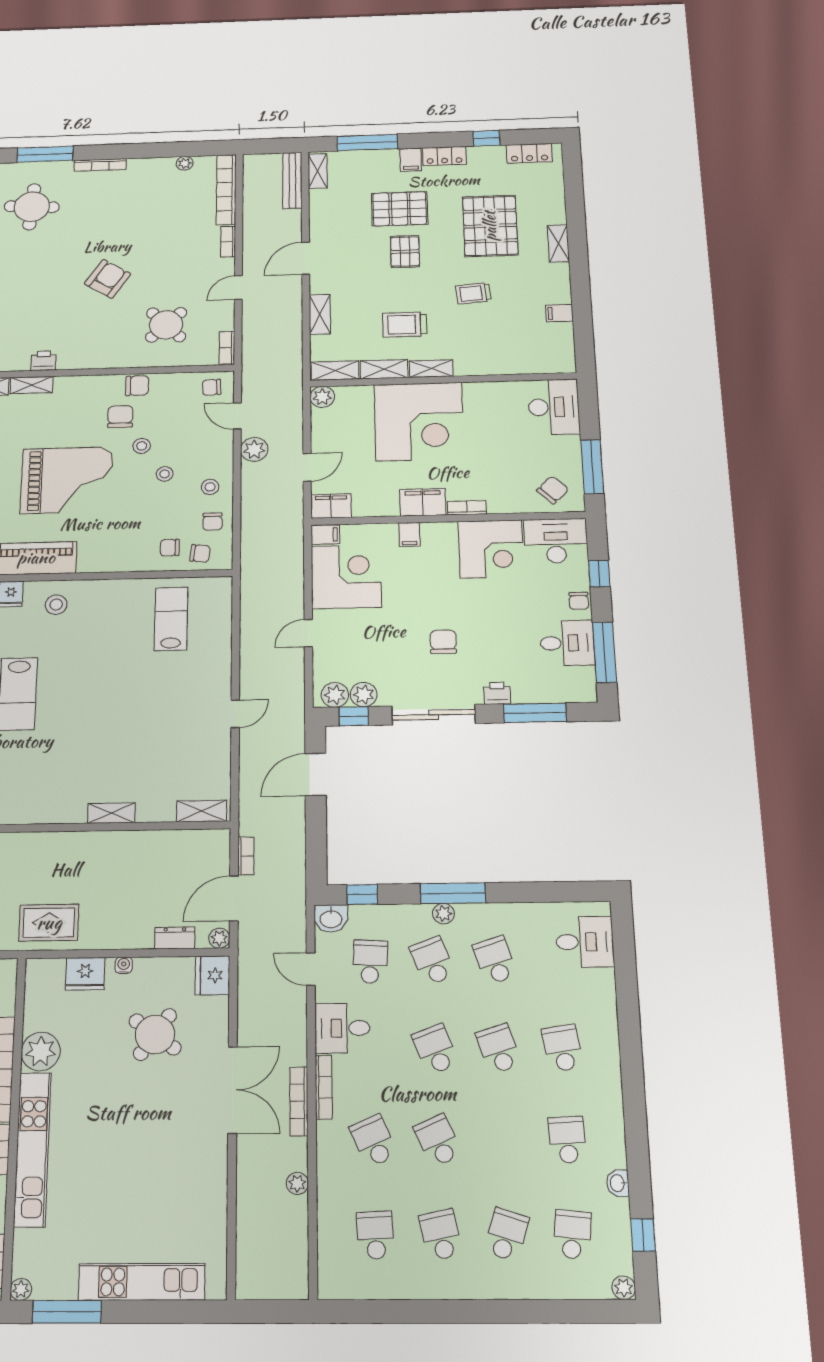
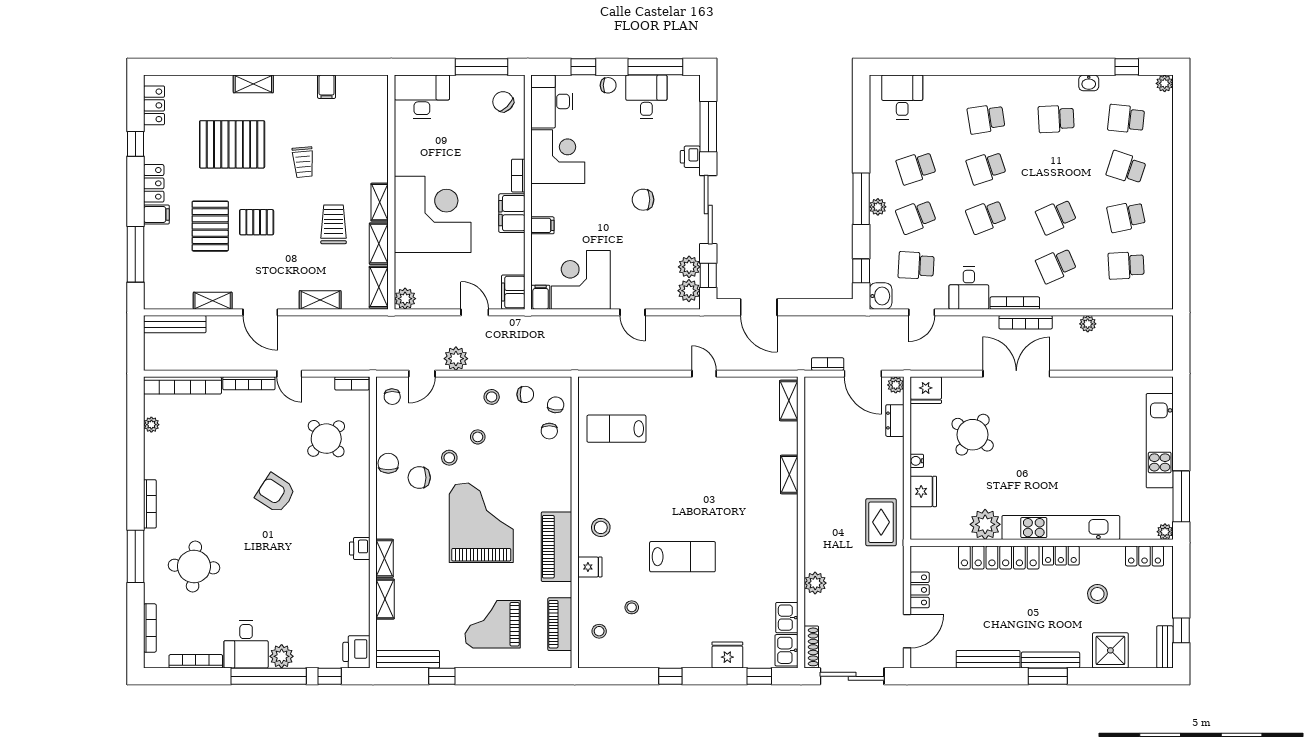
shelving: (318, 171) -> (213, 301), moved
bookcase: (228, 242) -> (249, 383), width x1.56
trolley: (405, 325) -> (334, 224), turned 180

